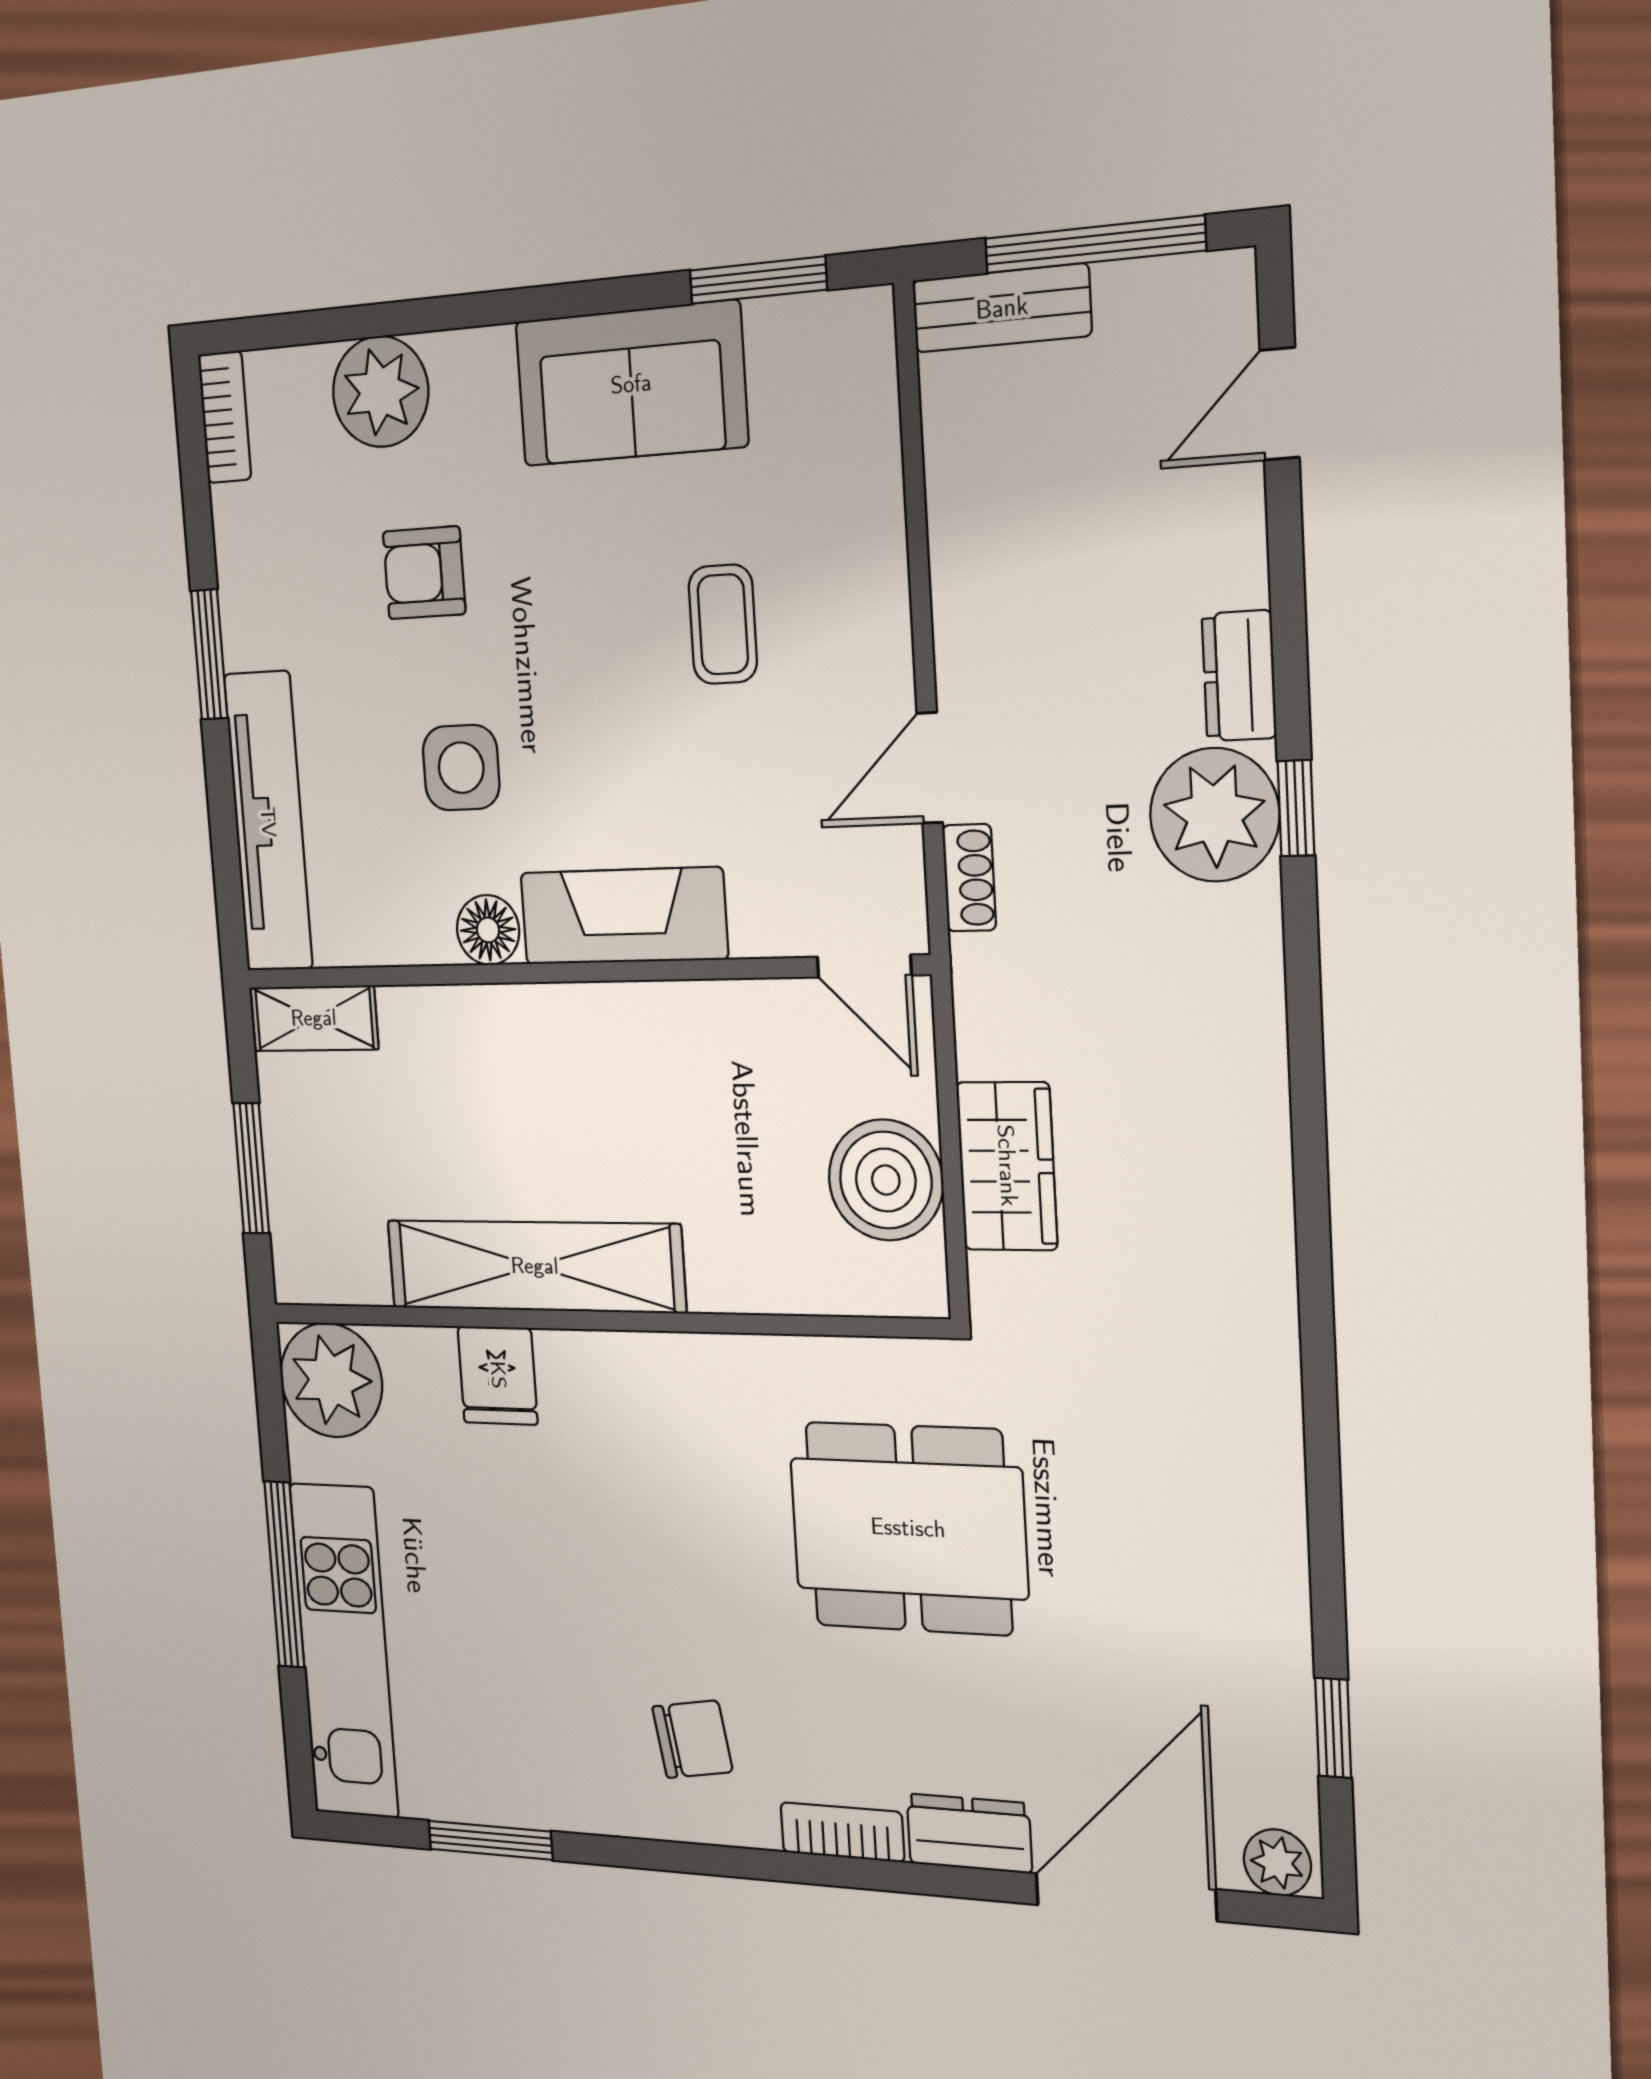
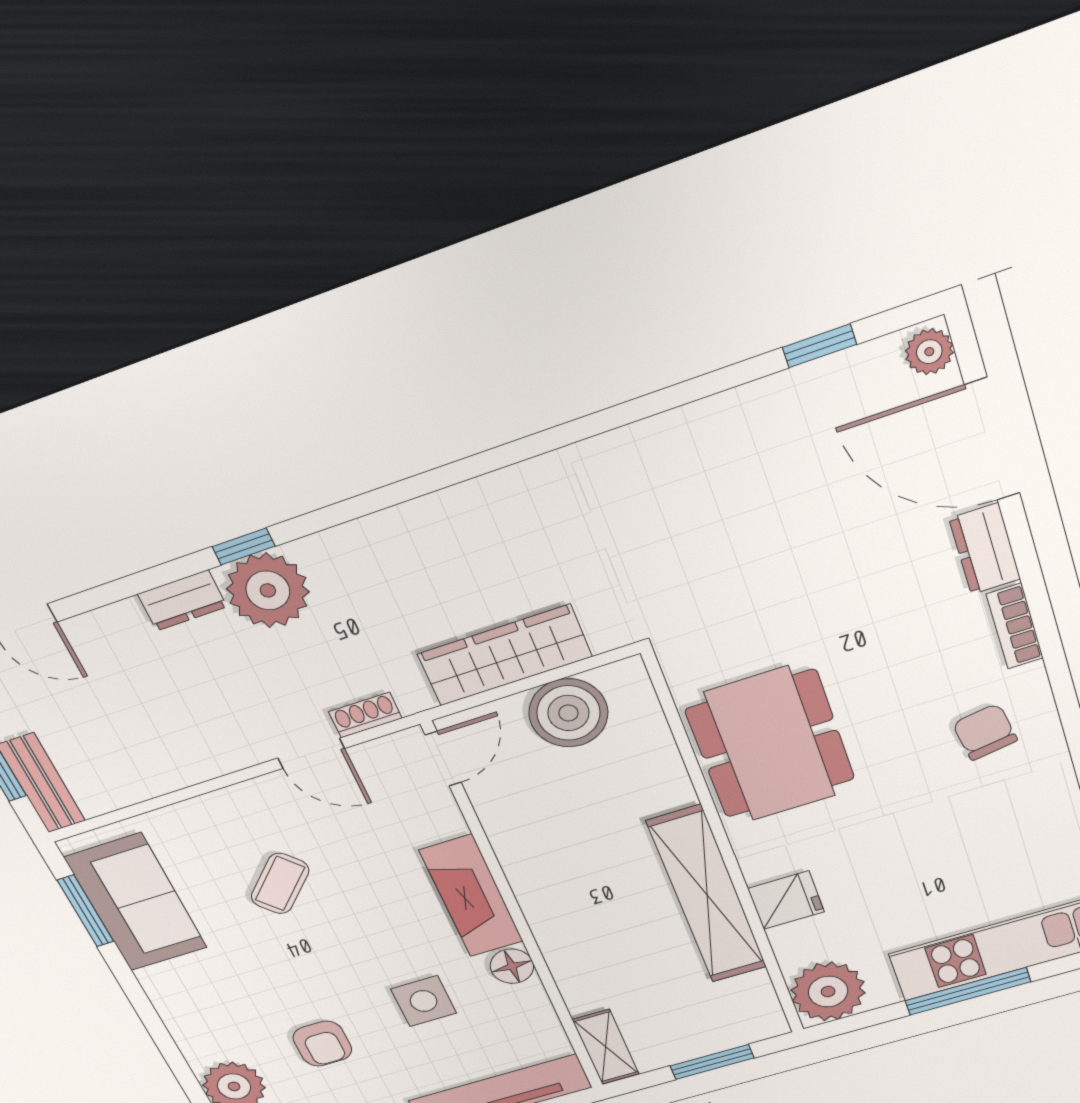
sofa: (631, 384) -> (136, 903), moved
coffee table: (723, 624) -> (280, 884), turned -44
wardrobe: (1007, 1166) -> (505, 655), width x1.50
dining table: (908, 1528) -> (770, 744), moved

